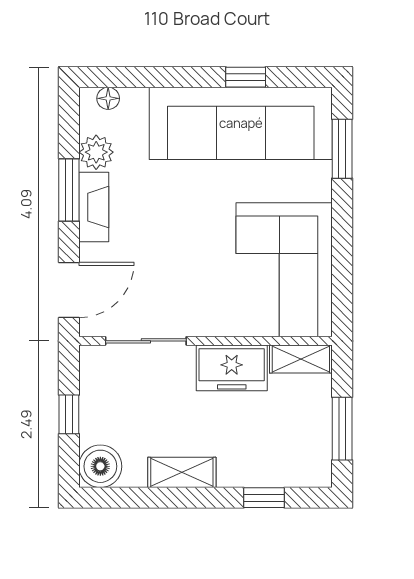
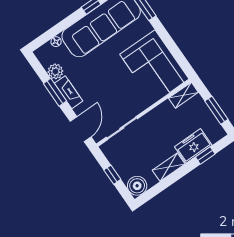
floor lamp: (108, 98) -> (56, 42), moved
freezer: (232, 368) -> (193, 146), moved, turned 180

